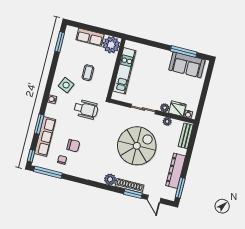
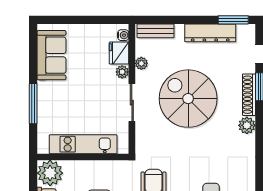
window: (184, 51) -> (33, 104), moved

